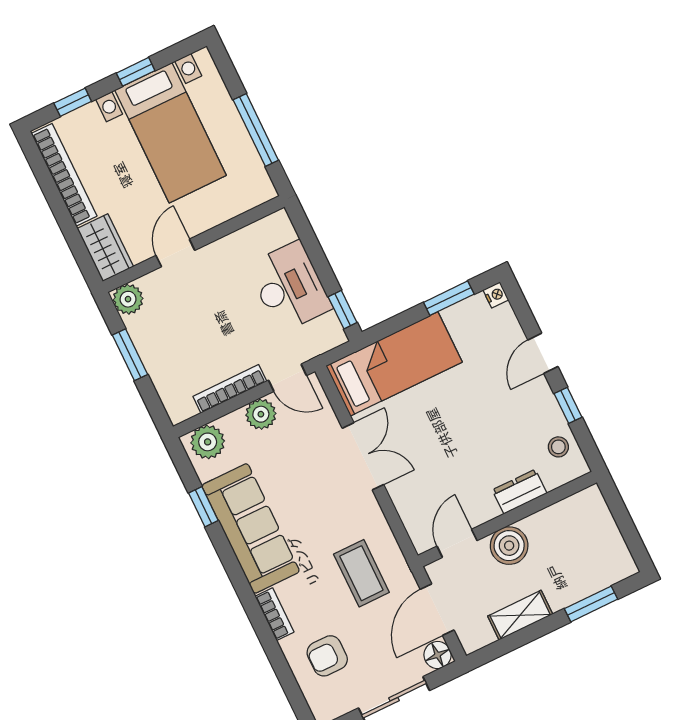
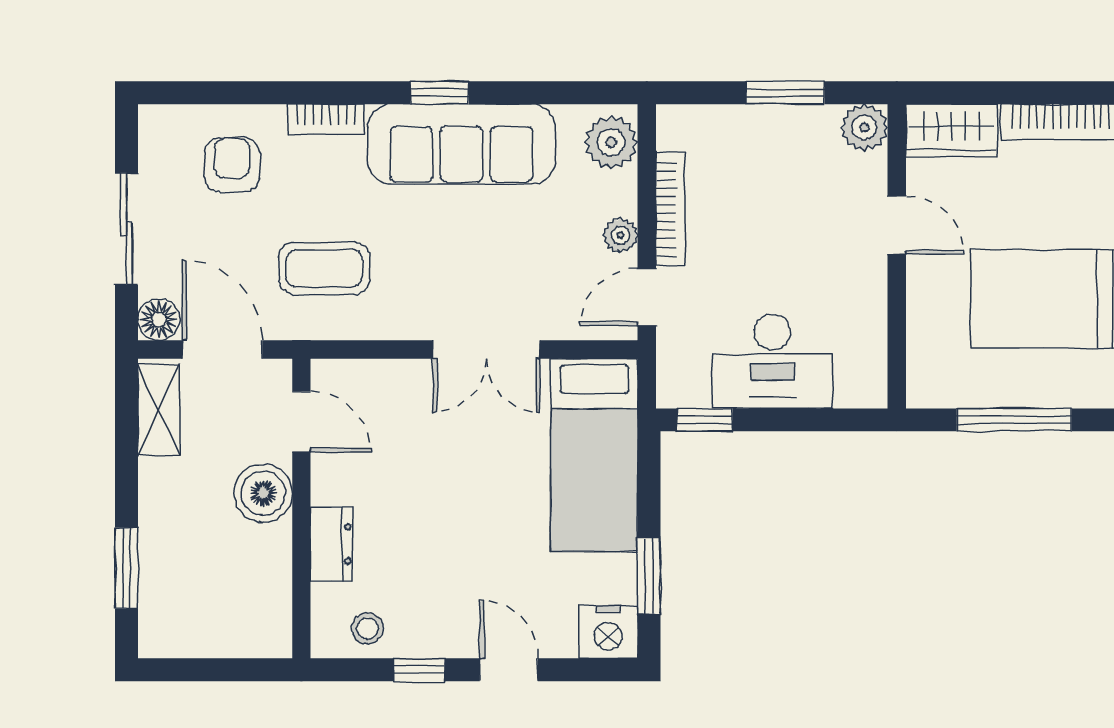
nightstand: (496, 295) -> (608, 632), width x1.89, depth x1.79
plant: (261, 414) -> (620, 235), width x0.73, depth x0.73
window: (203, 507) -> (440, 93), moved
shelving: (520, 615) -> (159, 410), moved

